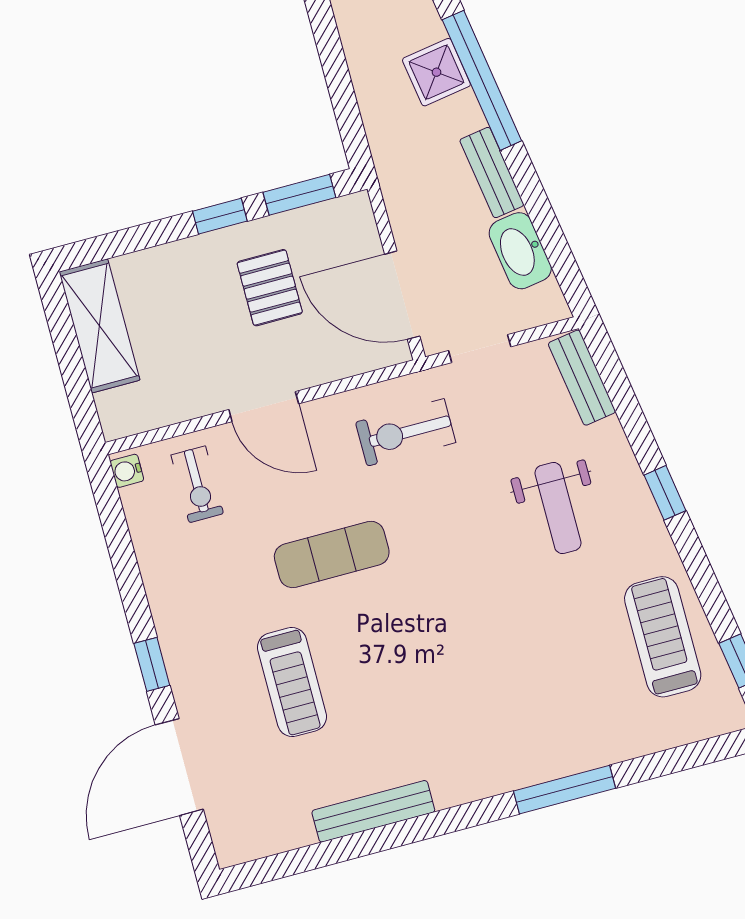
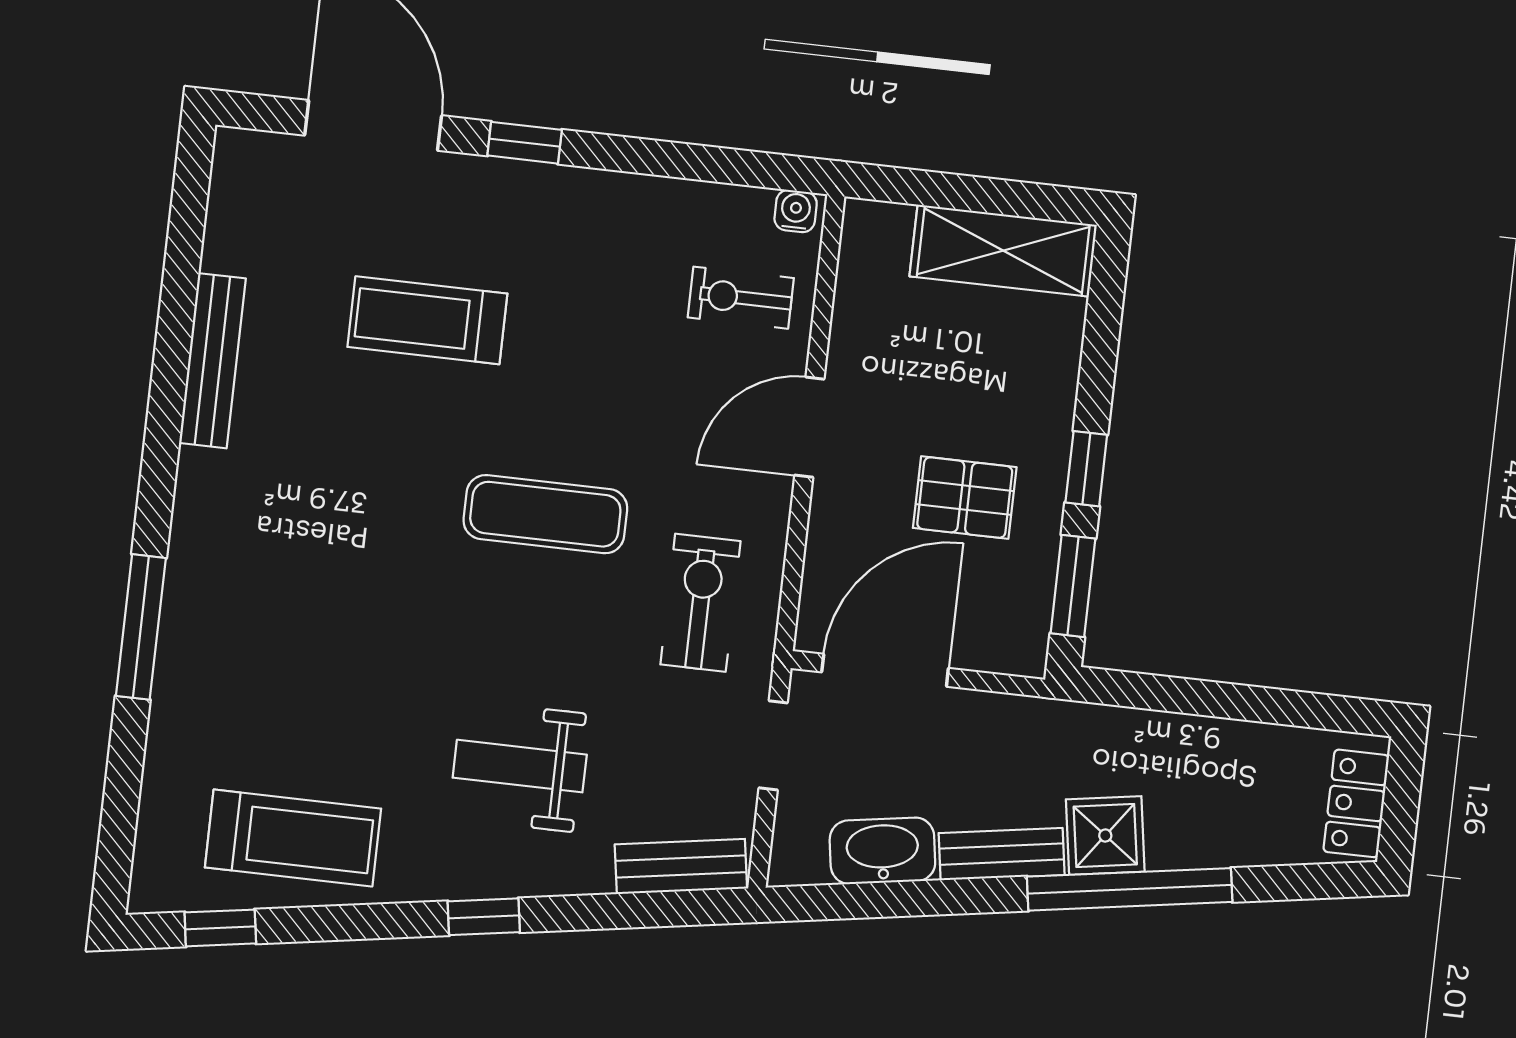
shower: (436, 72) -> (1105, 836), moved
exercise mat: (332, 554) -> (545, 514), moved, turned 90

